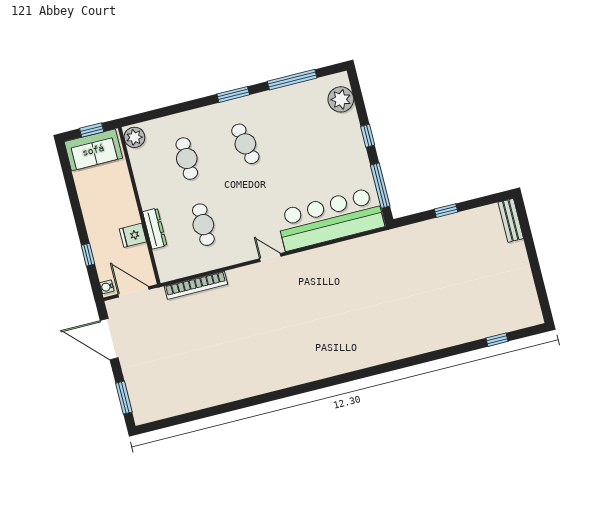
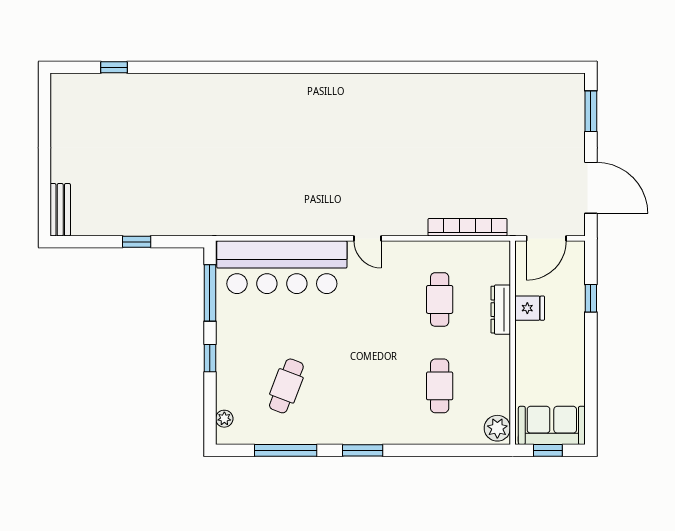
plant: (341, 99) -> (224, 419), width x0.53, depth x0.53
cafe table: (245, 144) -> (286, 386), moved, turned 33
water cooler: (107, 287) -> (578, 253), removed
door: (133, 292) -> (546, 238), hinge flipped

